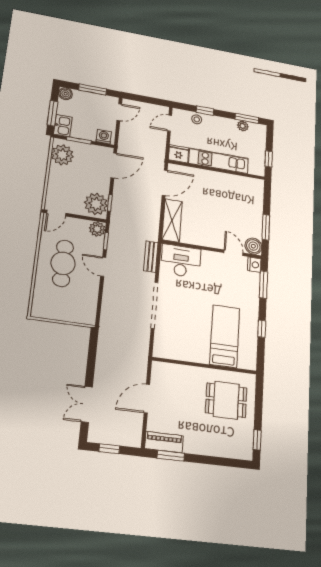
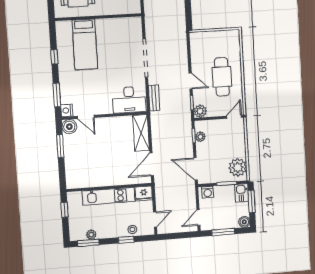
door: (114, 165) -> (196, 169), hinge flipped
plant: (96, 204) -> (200, 137), width x0.53, depth x0.53

